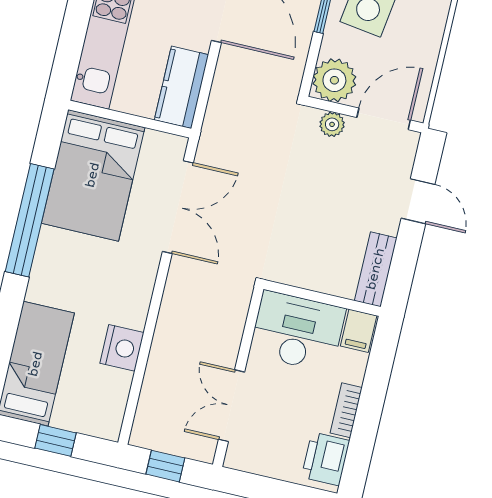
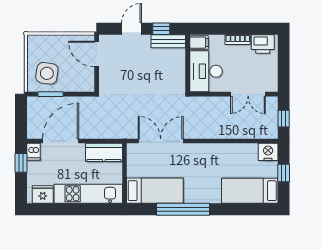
plant: (334, 80) -> (84, 81), removed
plant: (332, 124) -> (105, 78), removed
bed: (93, 175) -> (155, 191), width x0.67
window: (404, 261) -> (161, 29), added
nightstand: (122, 348) -> (268, 152), moved

